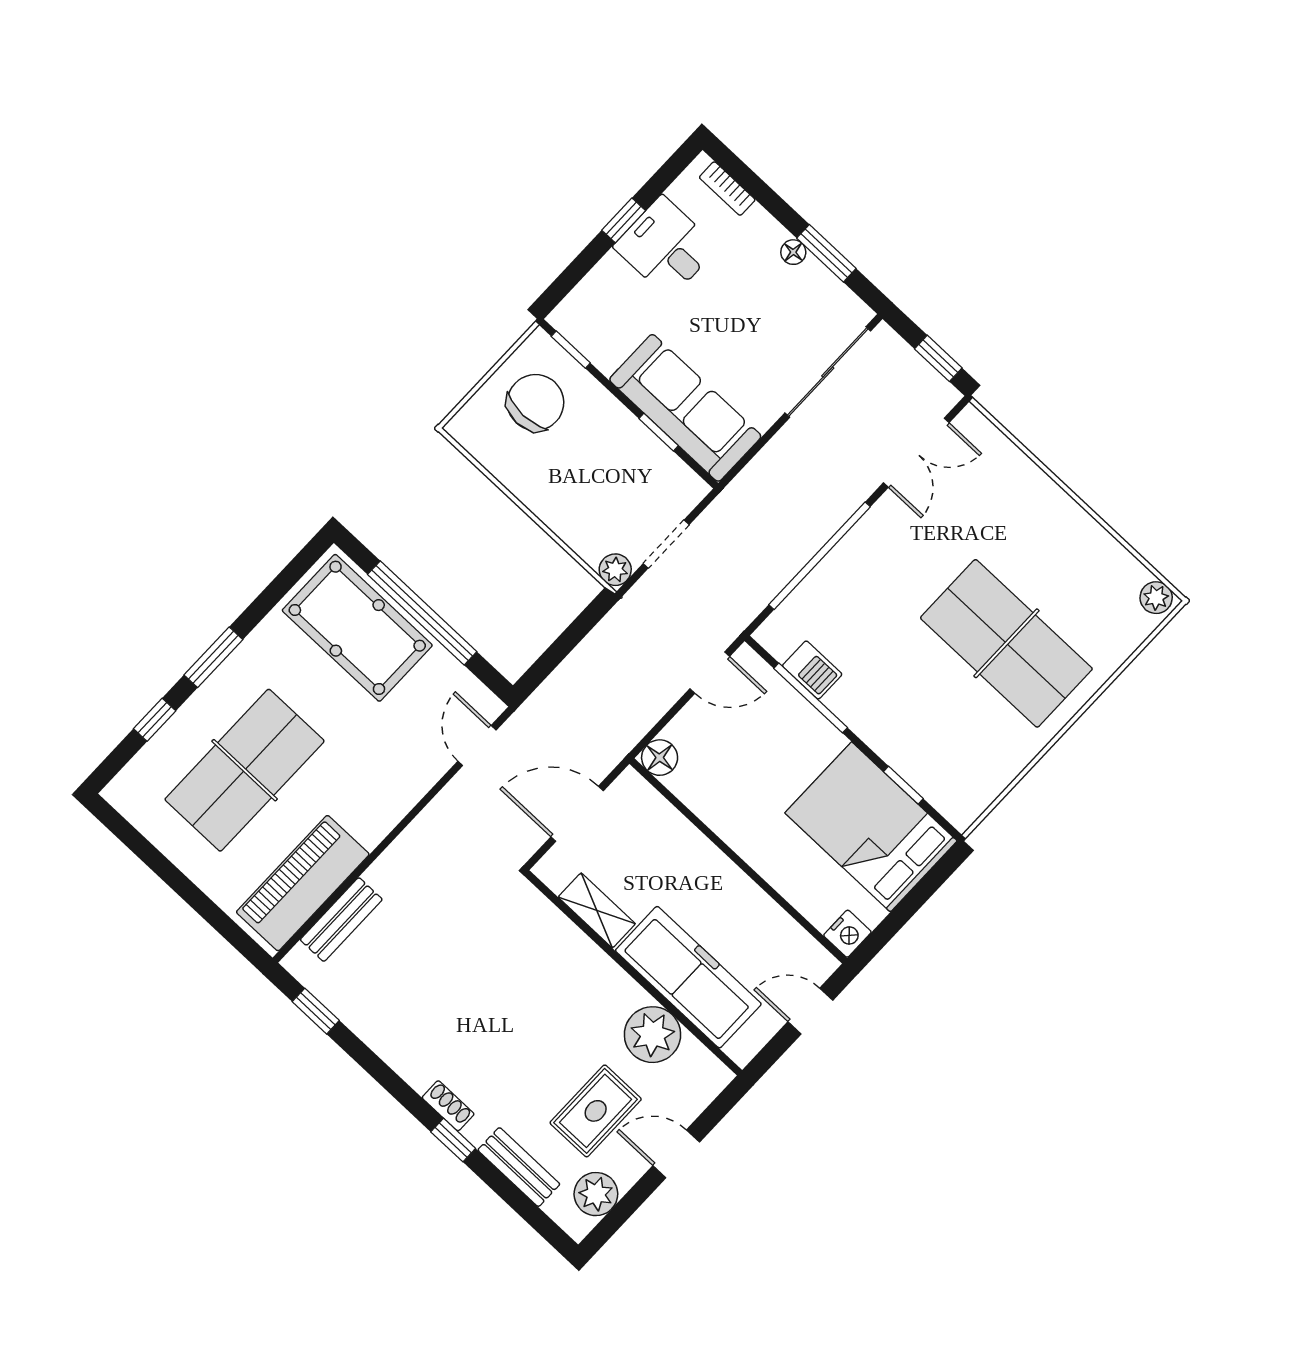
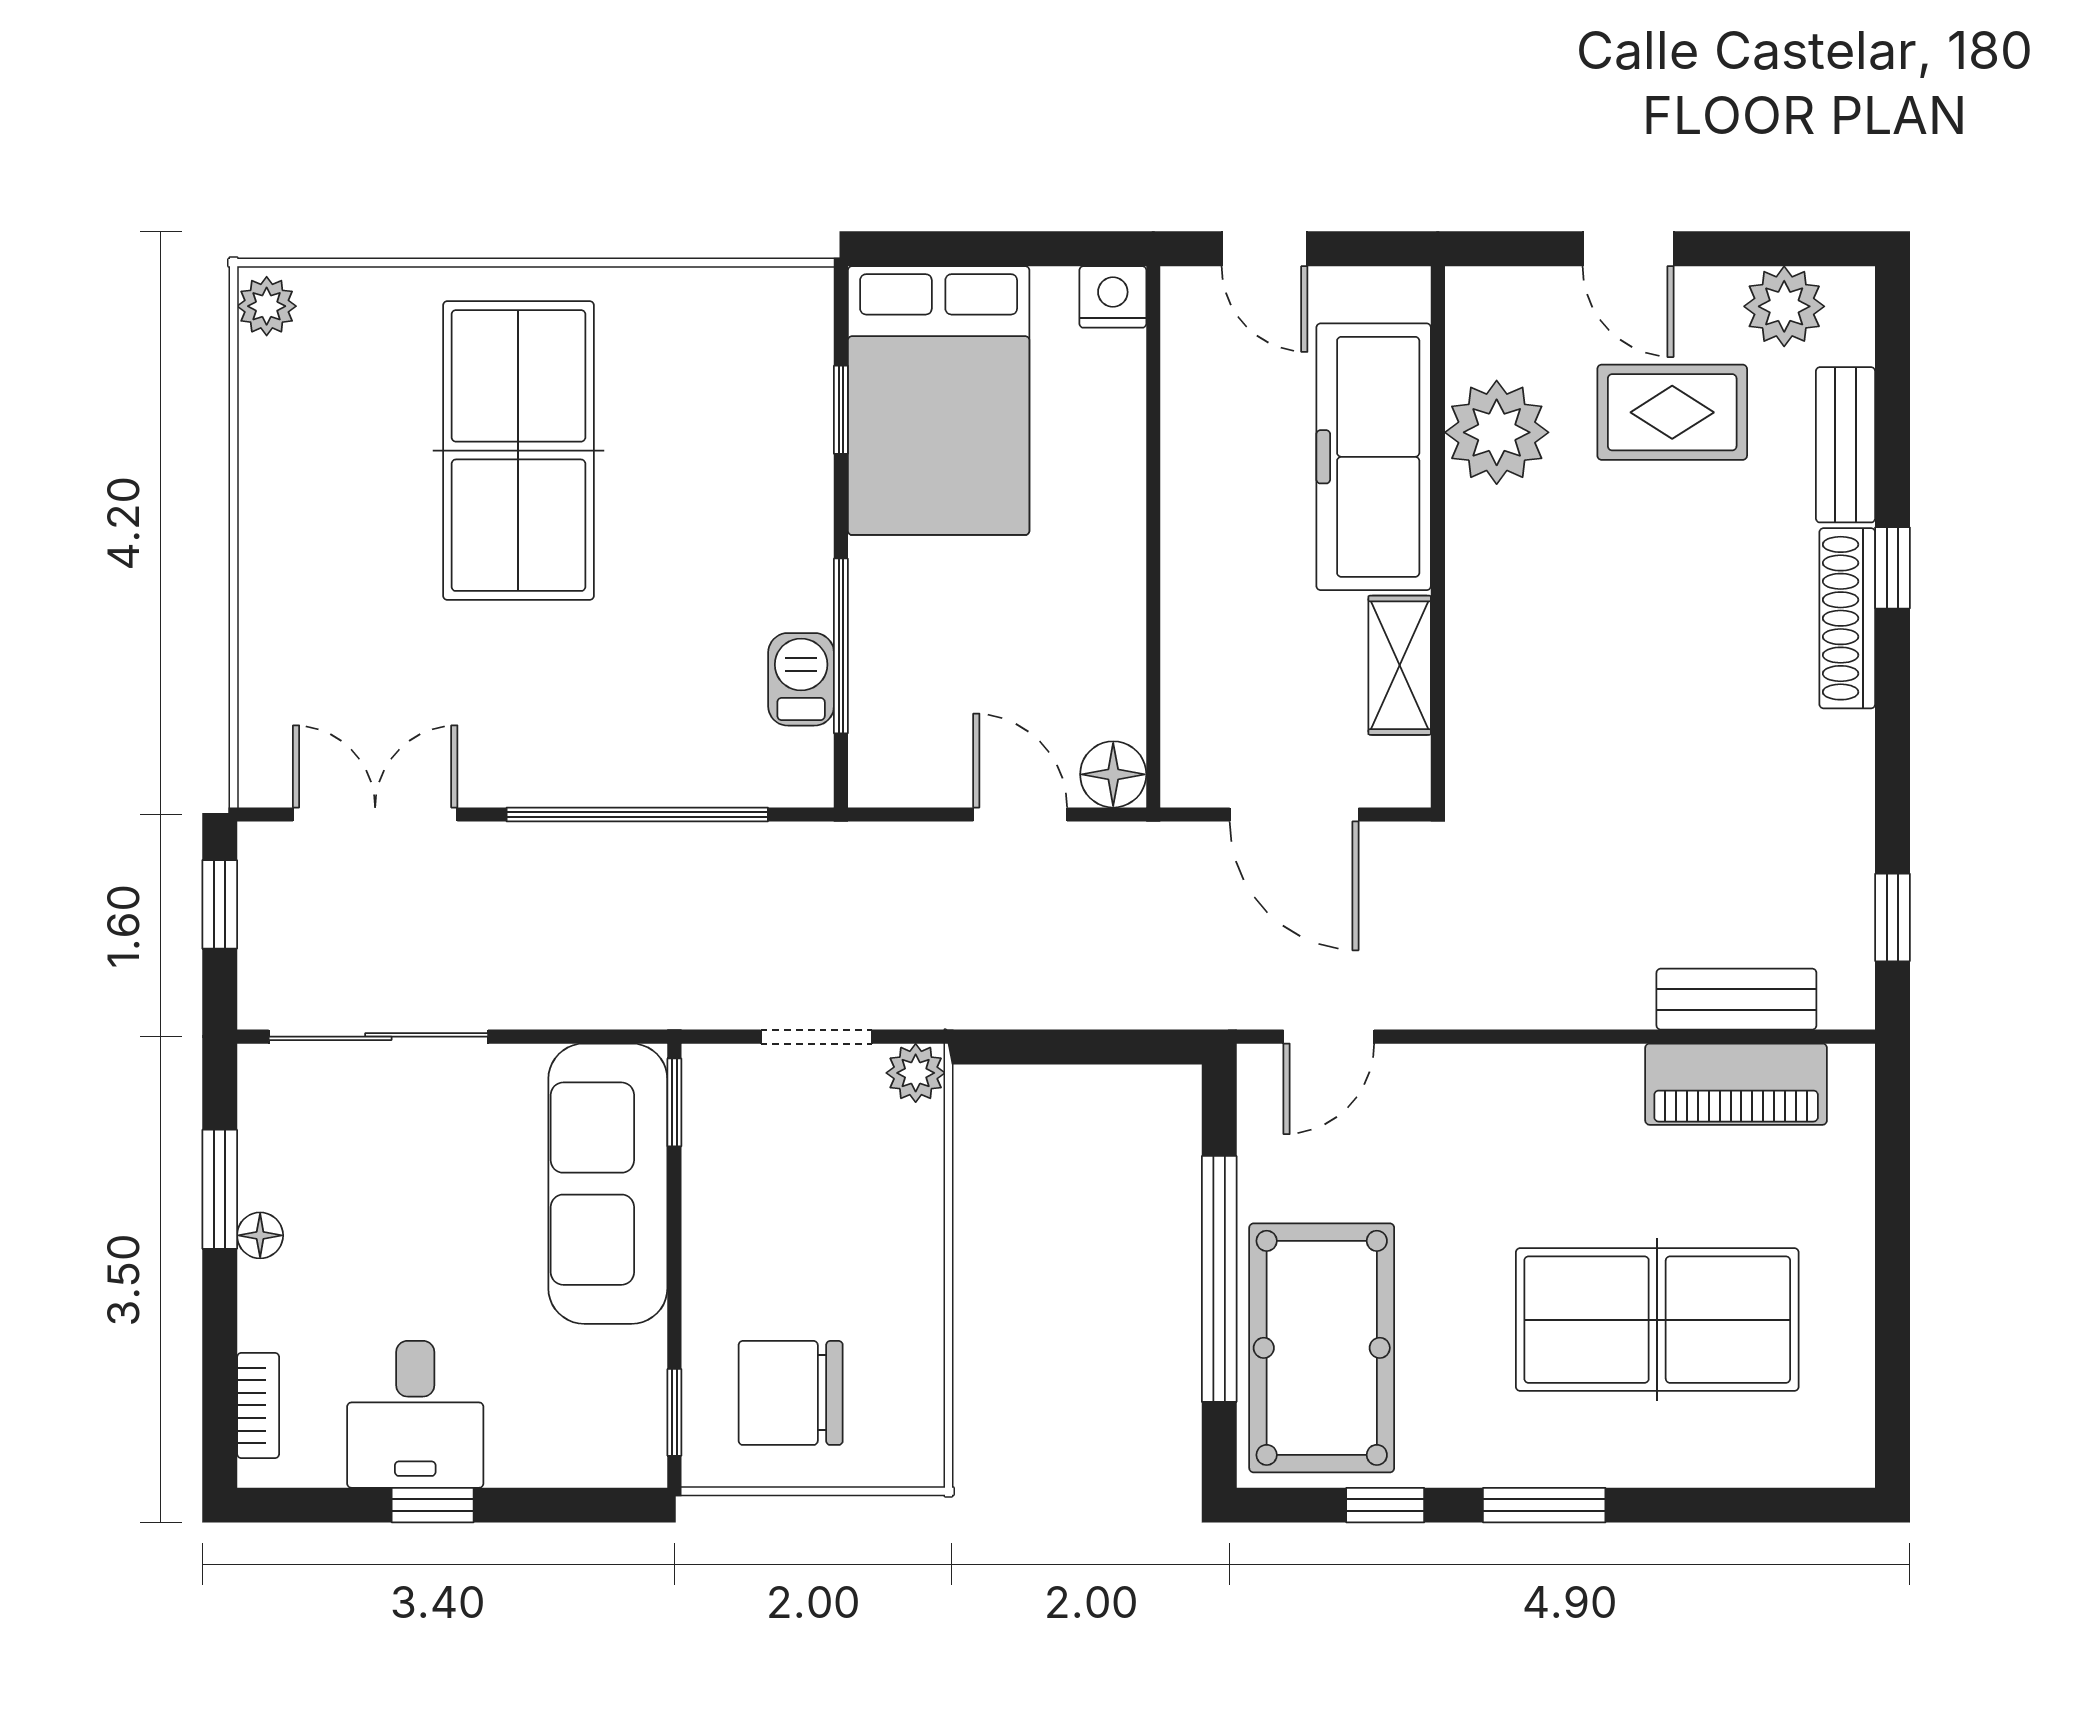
window: (659, 432) -> (674, 1102), moved
door: (710, 673) -> (1020, 814), moved
window: (155, 720) -> (1385, 1505), moved
piano: (303, 883) -> (1736, 1084), width x0.73, depth x0.75
shoe rack: (448, 1106) -> (1847, 618), width x1.94, depth x1.24

